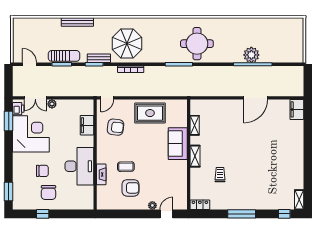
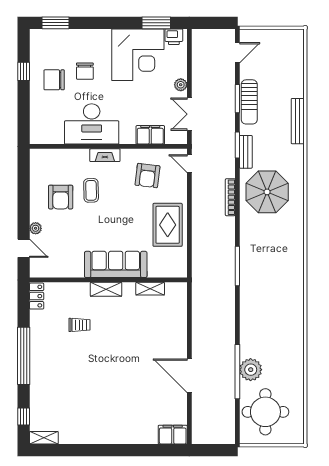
round table: (197, 44) -> (265, 412), moved
double door: (35, 98) -> (189, 114), moved
sofa: (178, 144) -> (116, 264), width x1.36
fireplace: (101, 174) -> (105, 155), moved
window: (242, 214) -> (24, 356), width x1.46

